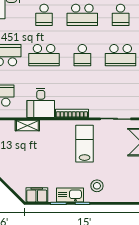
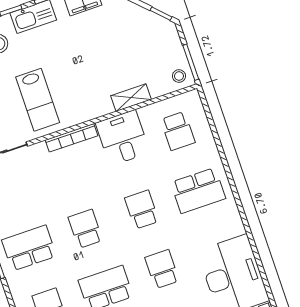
school desk: (44, 55) -> (142, 210), width x0.54

